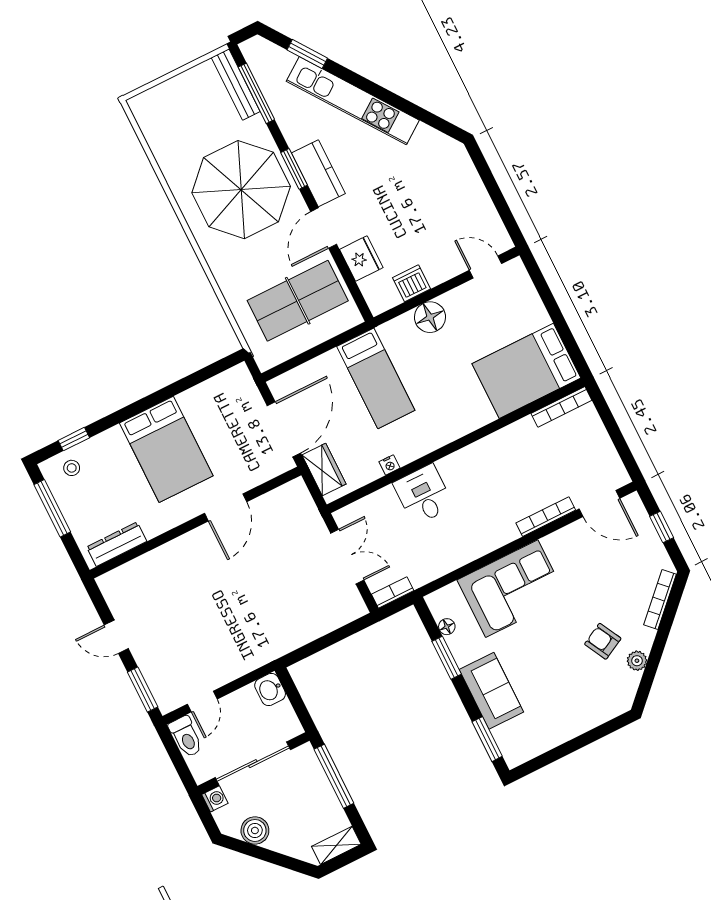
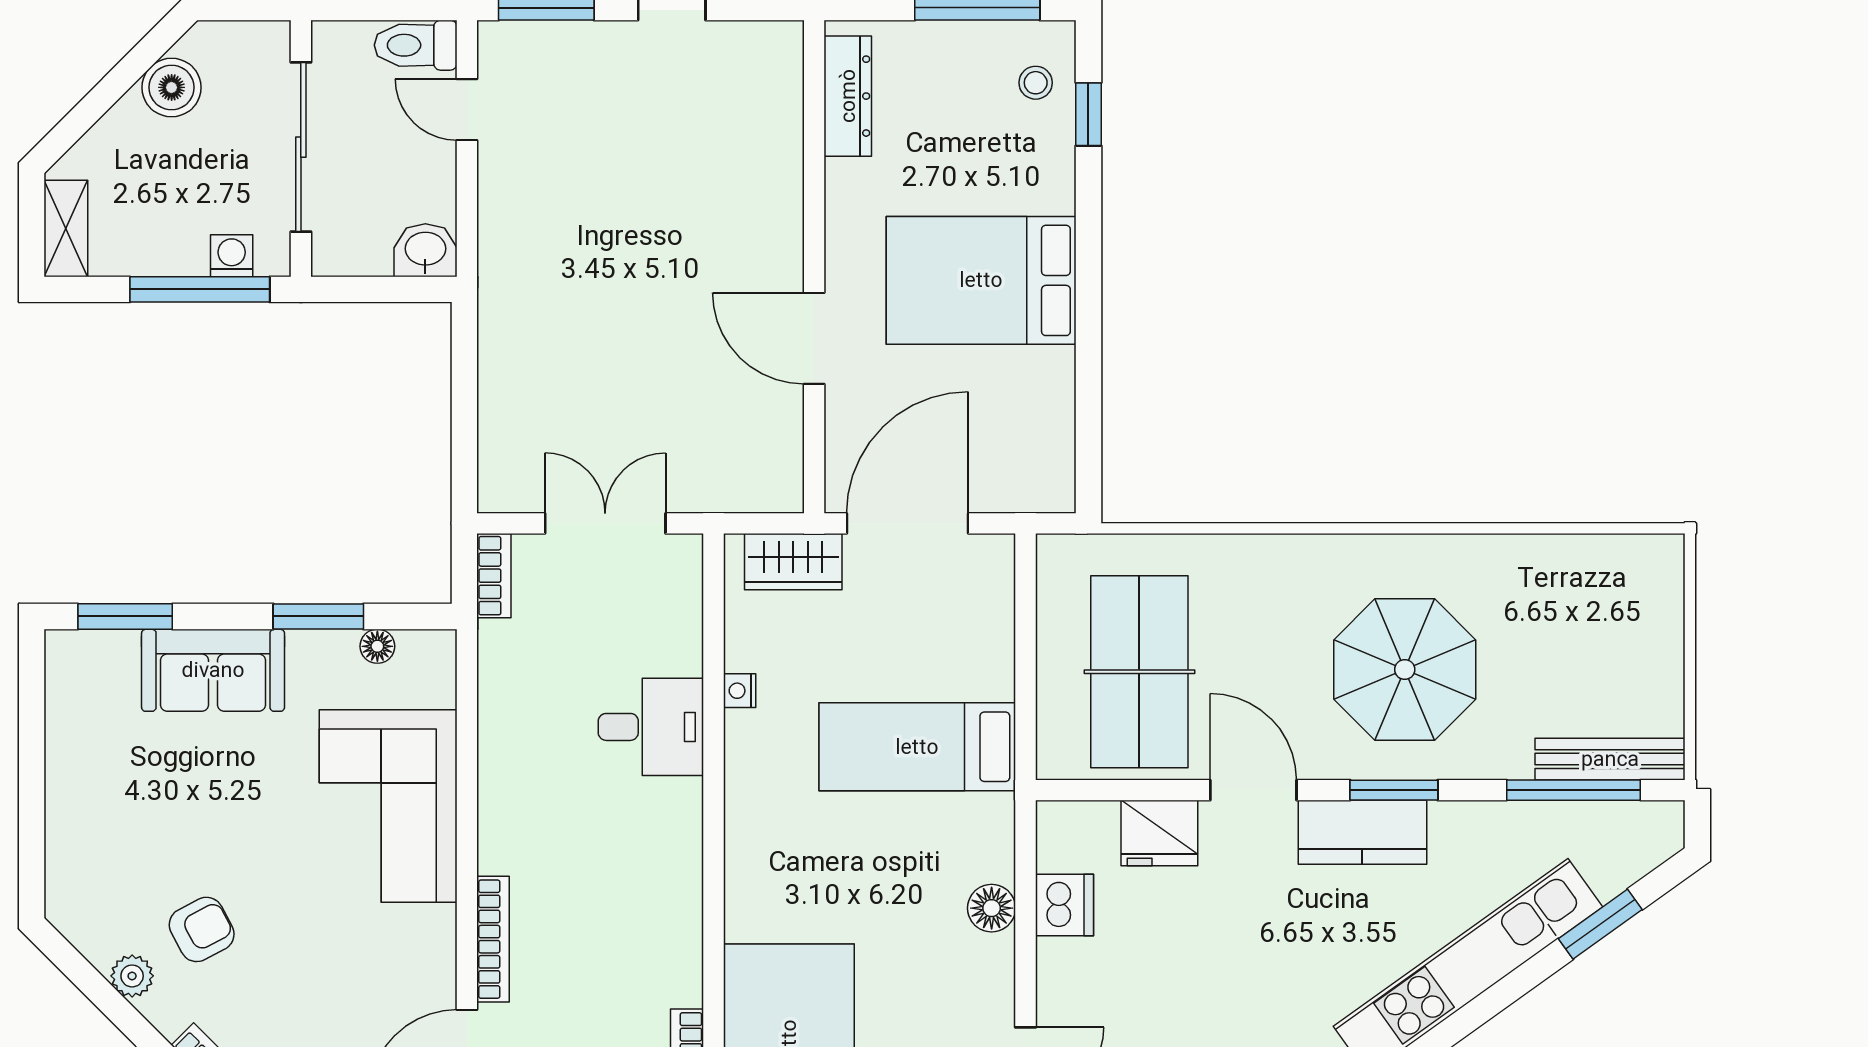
parasol: (241, 190) -> (1405, 670), width x0.73, depth x0.73
floor lamp: (430, 317) -> (992, 908), width x0.73, depth x0.73
door: (284, 429) -> (908, 523), swing flipped
double door: (347, 557) -> (605, 523), swing flipped
washing machine: (215, 799) -> (232, 256), moved, turned 180

